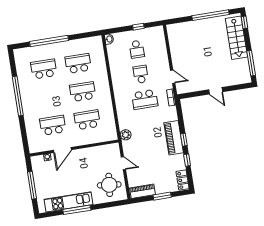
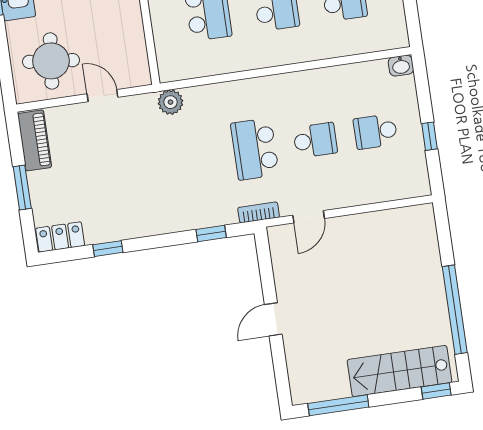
piano: (174, 138) -> (162, 217), removed
window: (184, 140) -> (211, 233), moved
door: (123, 163) -> (102, 96), swing flipped

